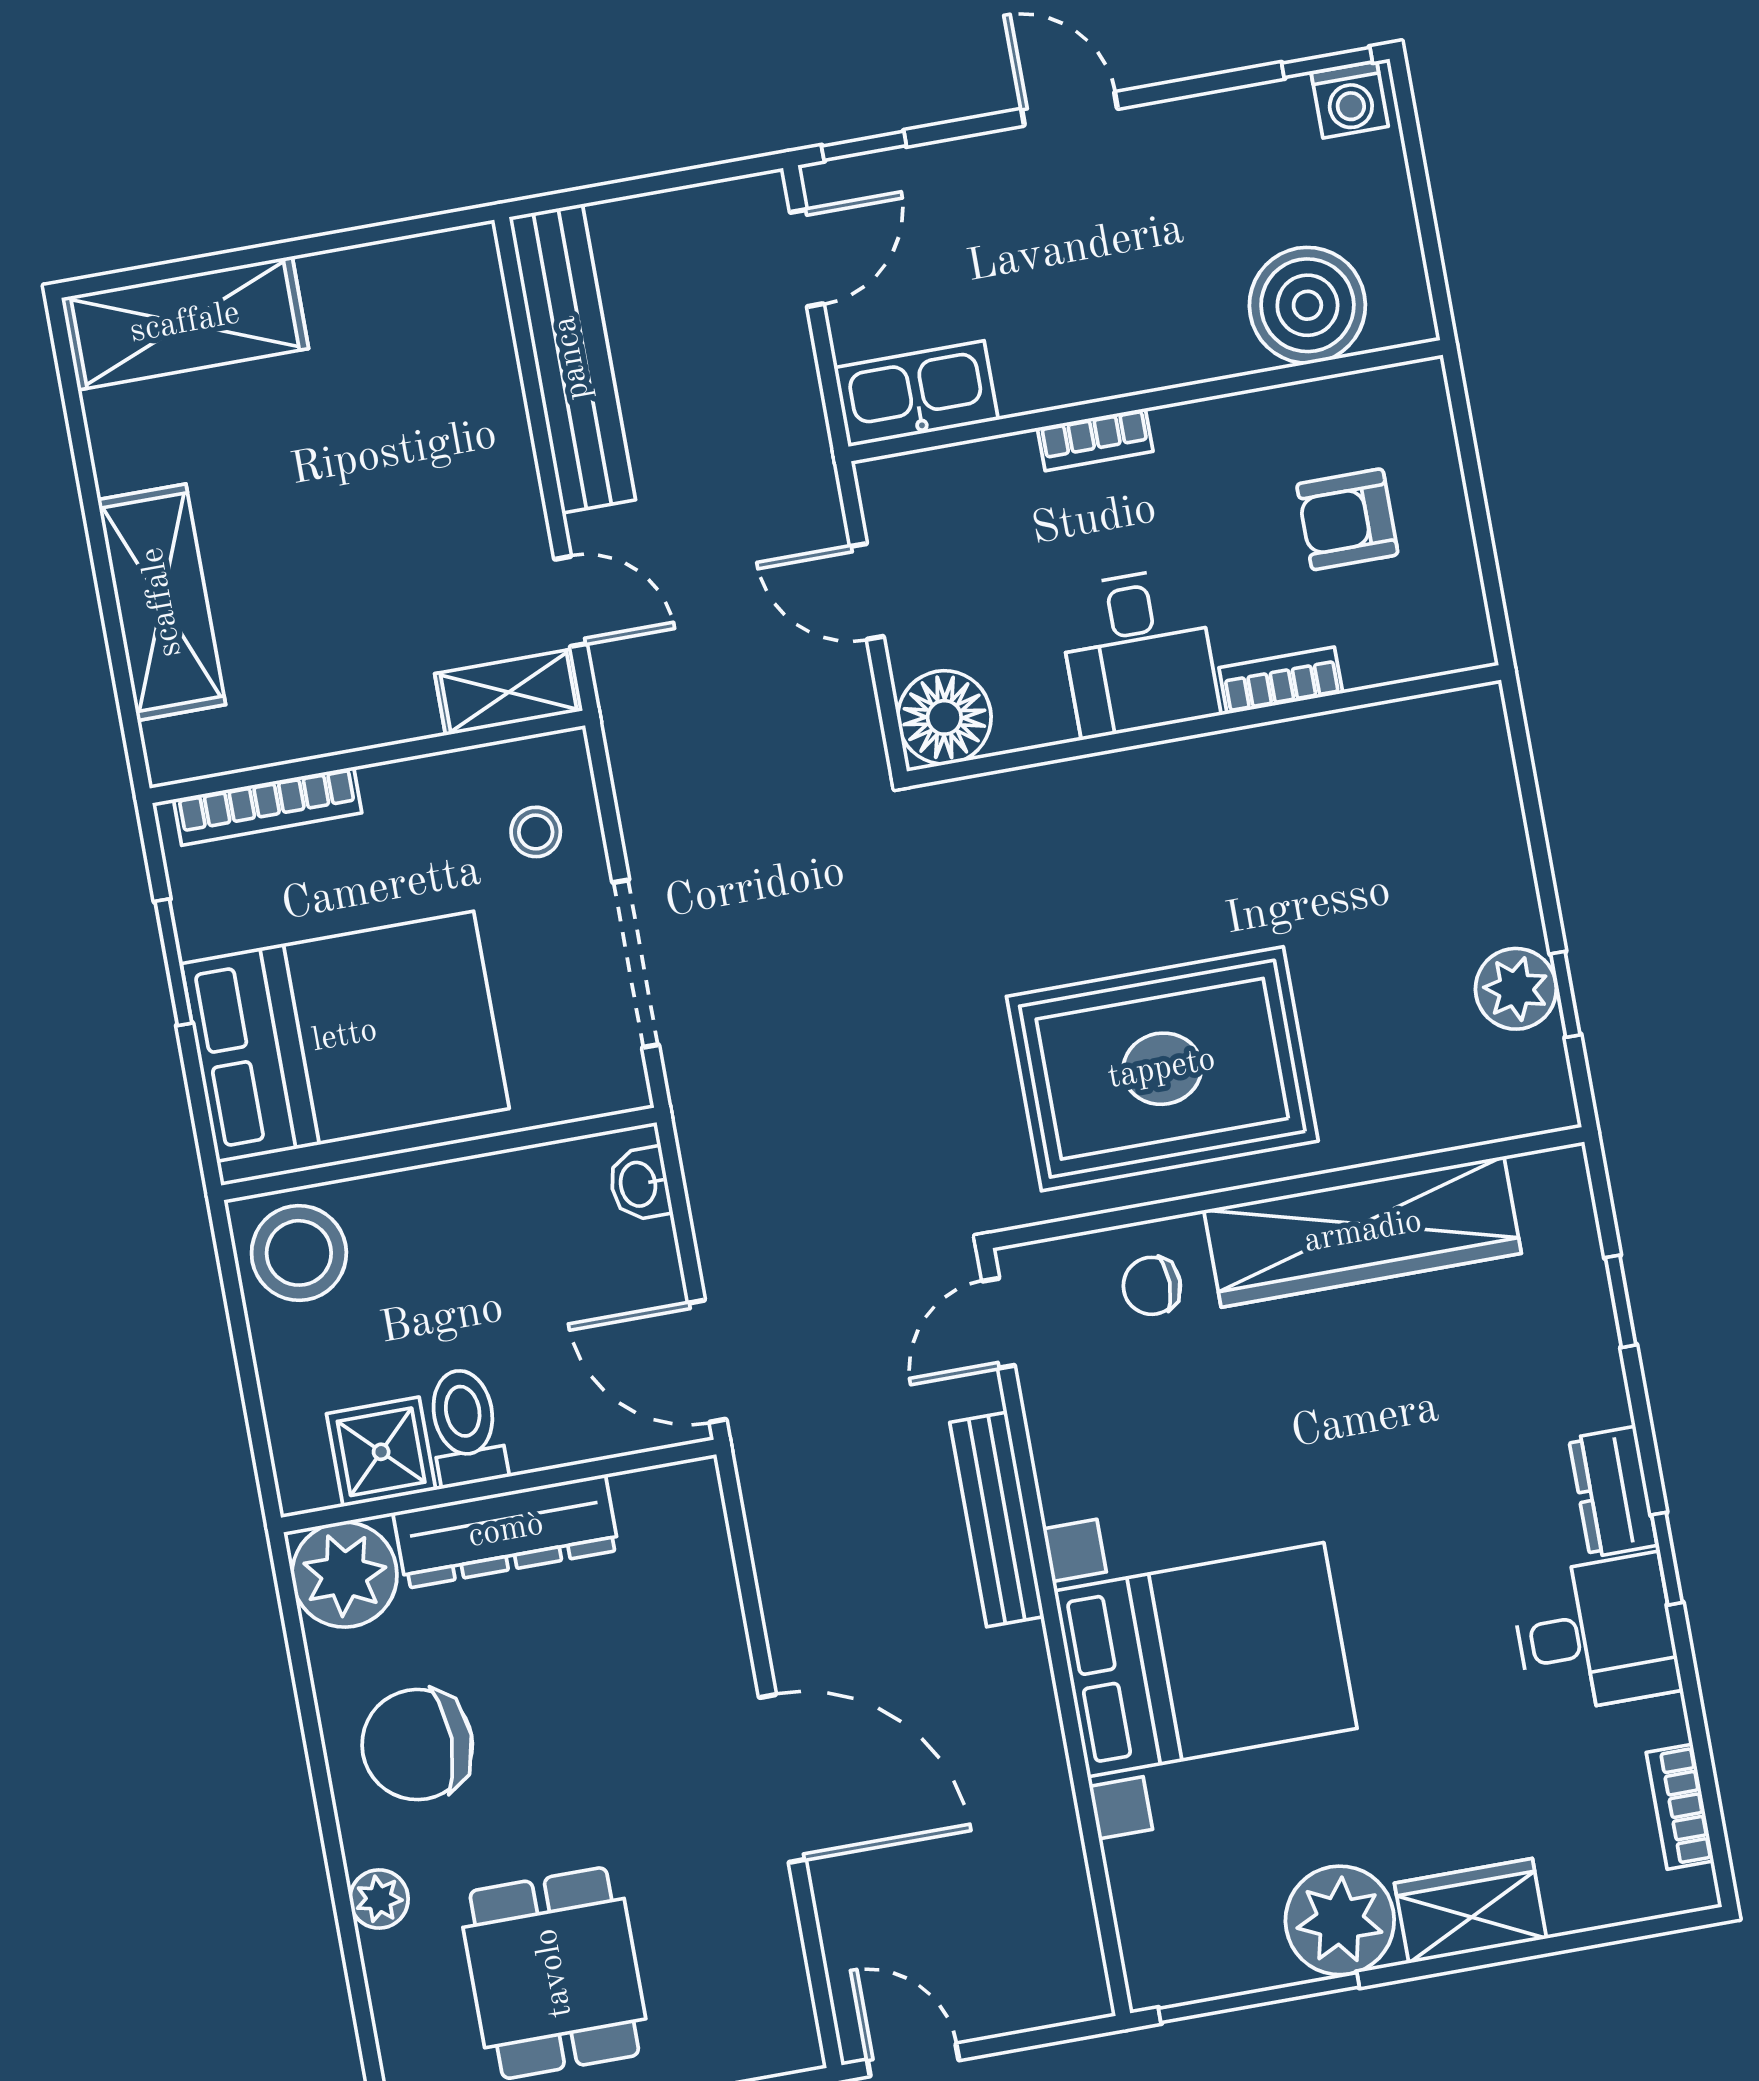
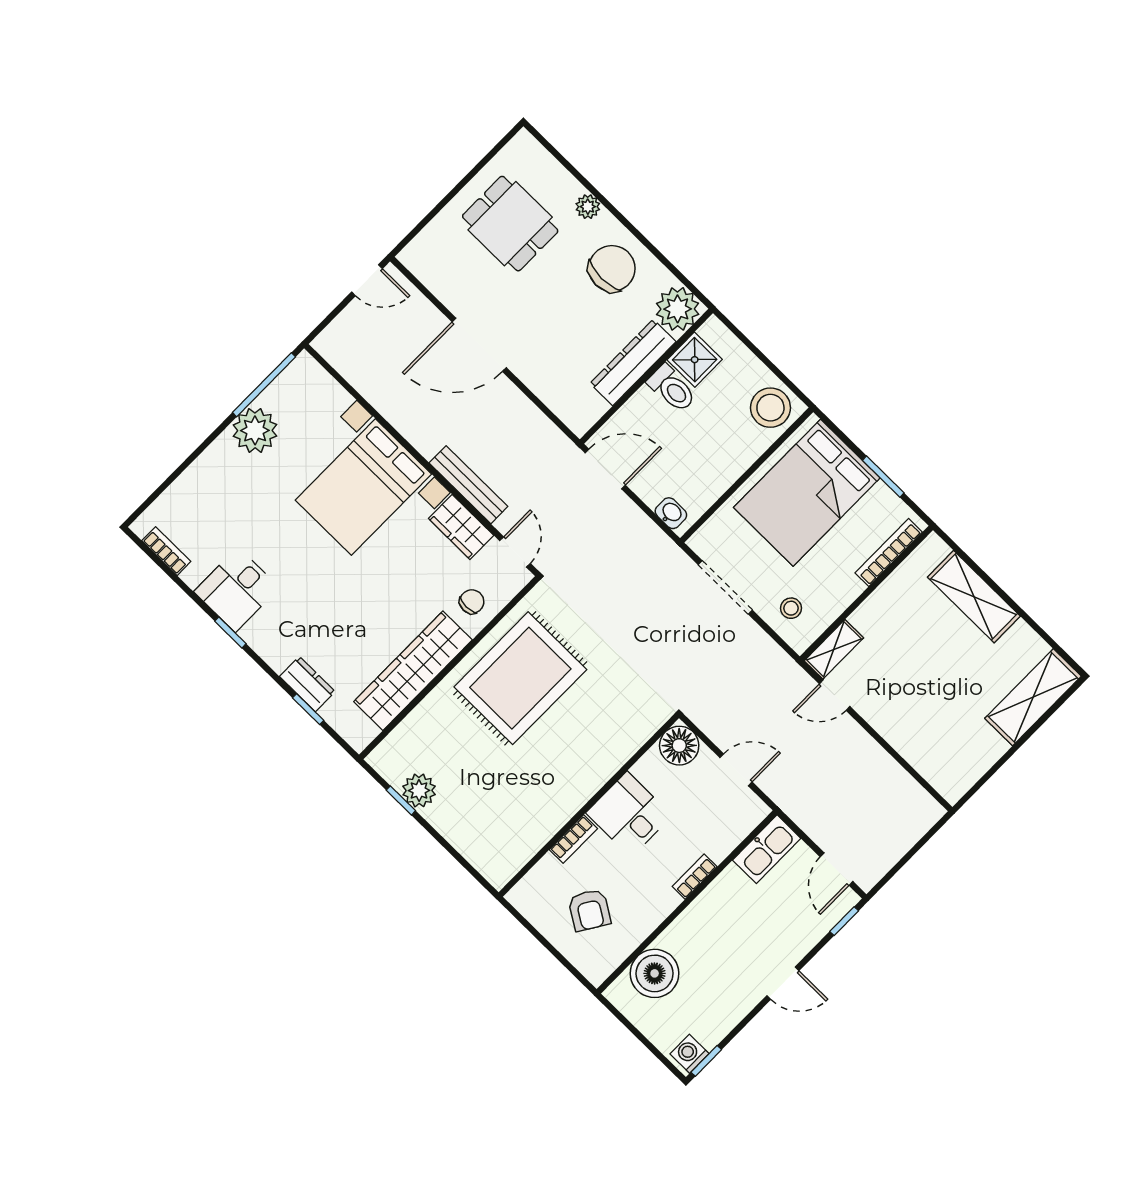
bench: (572, 358) -> (892, 778), removed
armchair: (1347, 519) -> (589, 910), turned 122
dresser: (1613, 1492) -> (307, 684), moved
wardrobe: (1471, 1911) -> (461, 527), moved, turned 90

